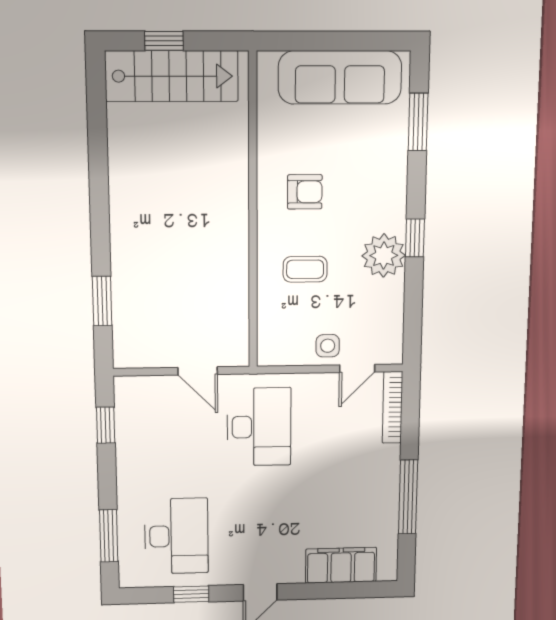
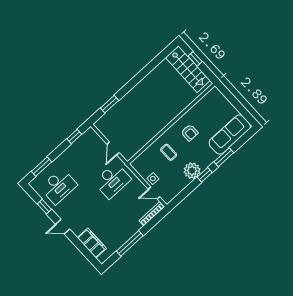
sofa: (340, 77) -> (230, 135), moved, turned 90
window: (418, 122) -> (224, 157), moved

